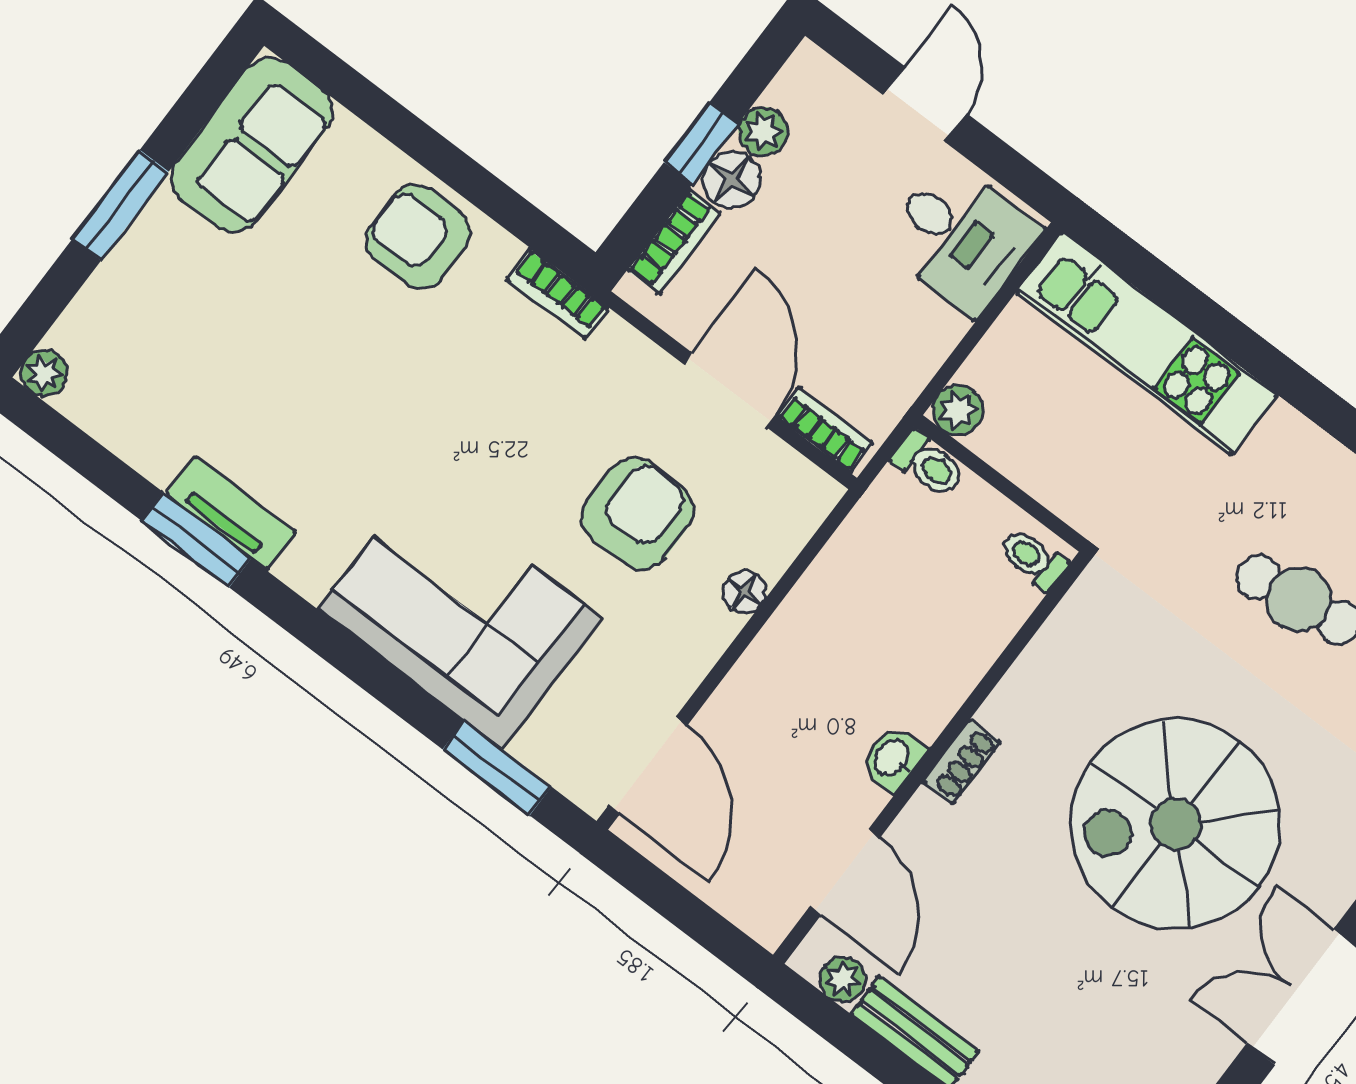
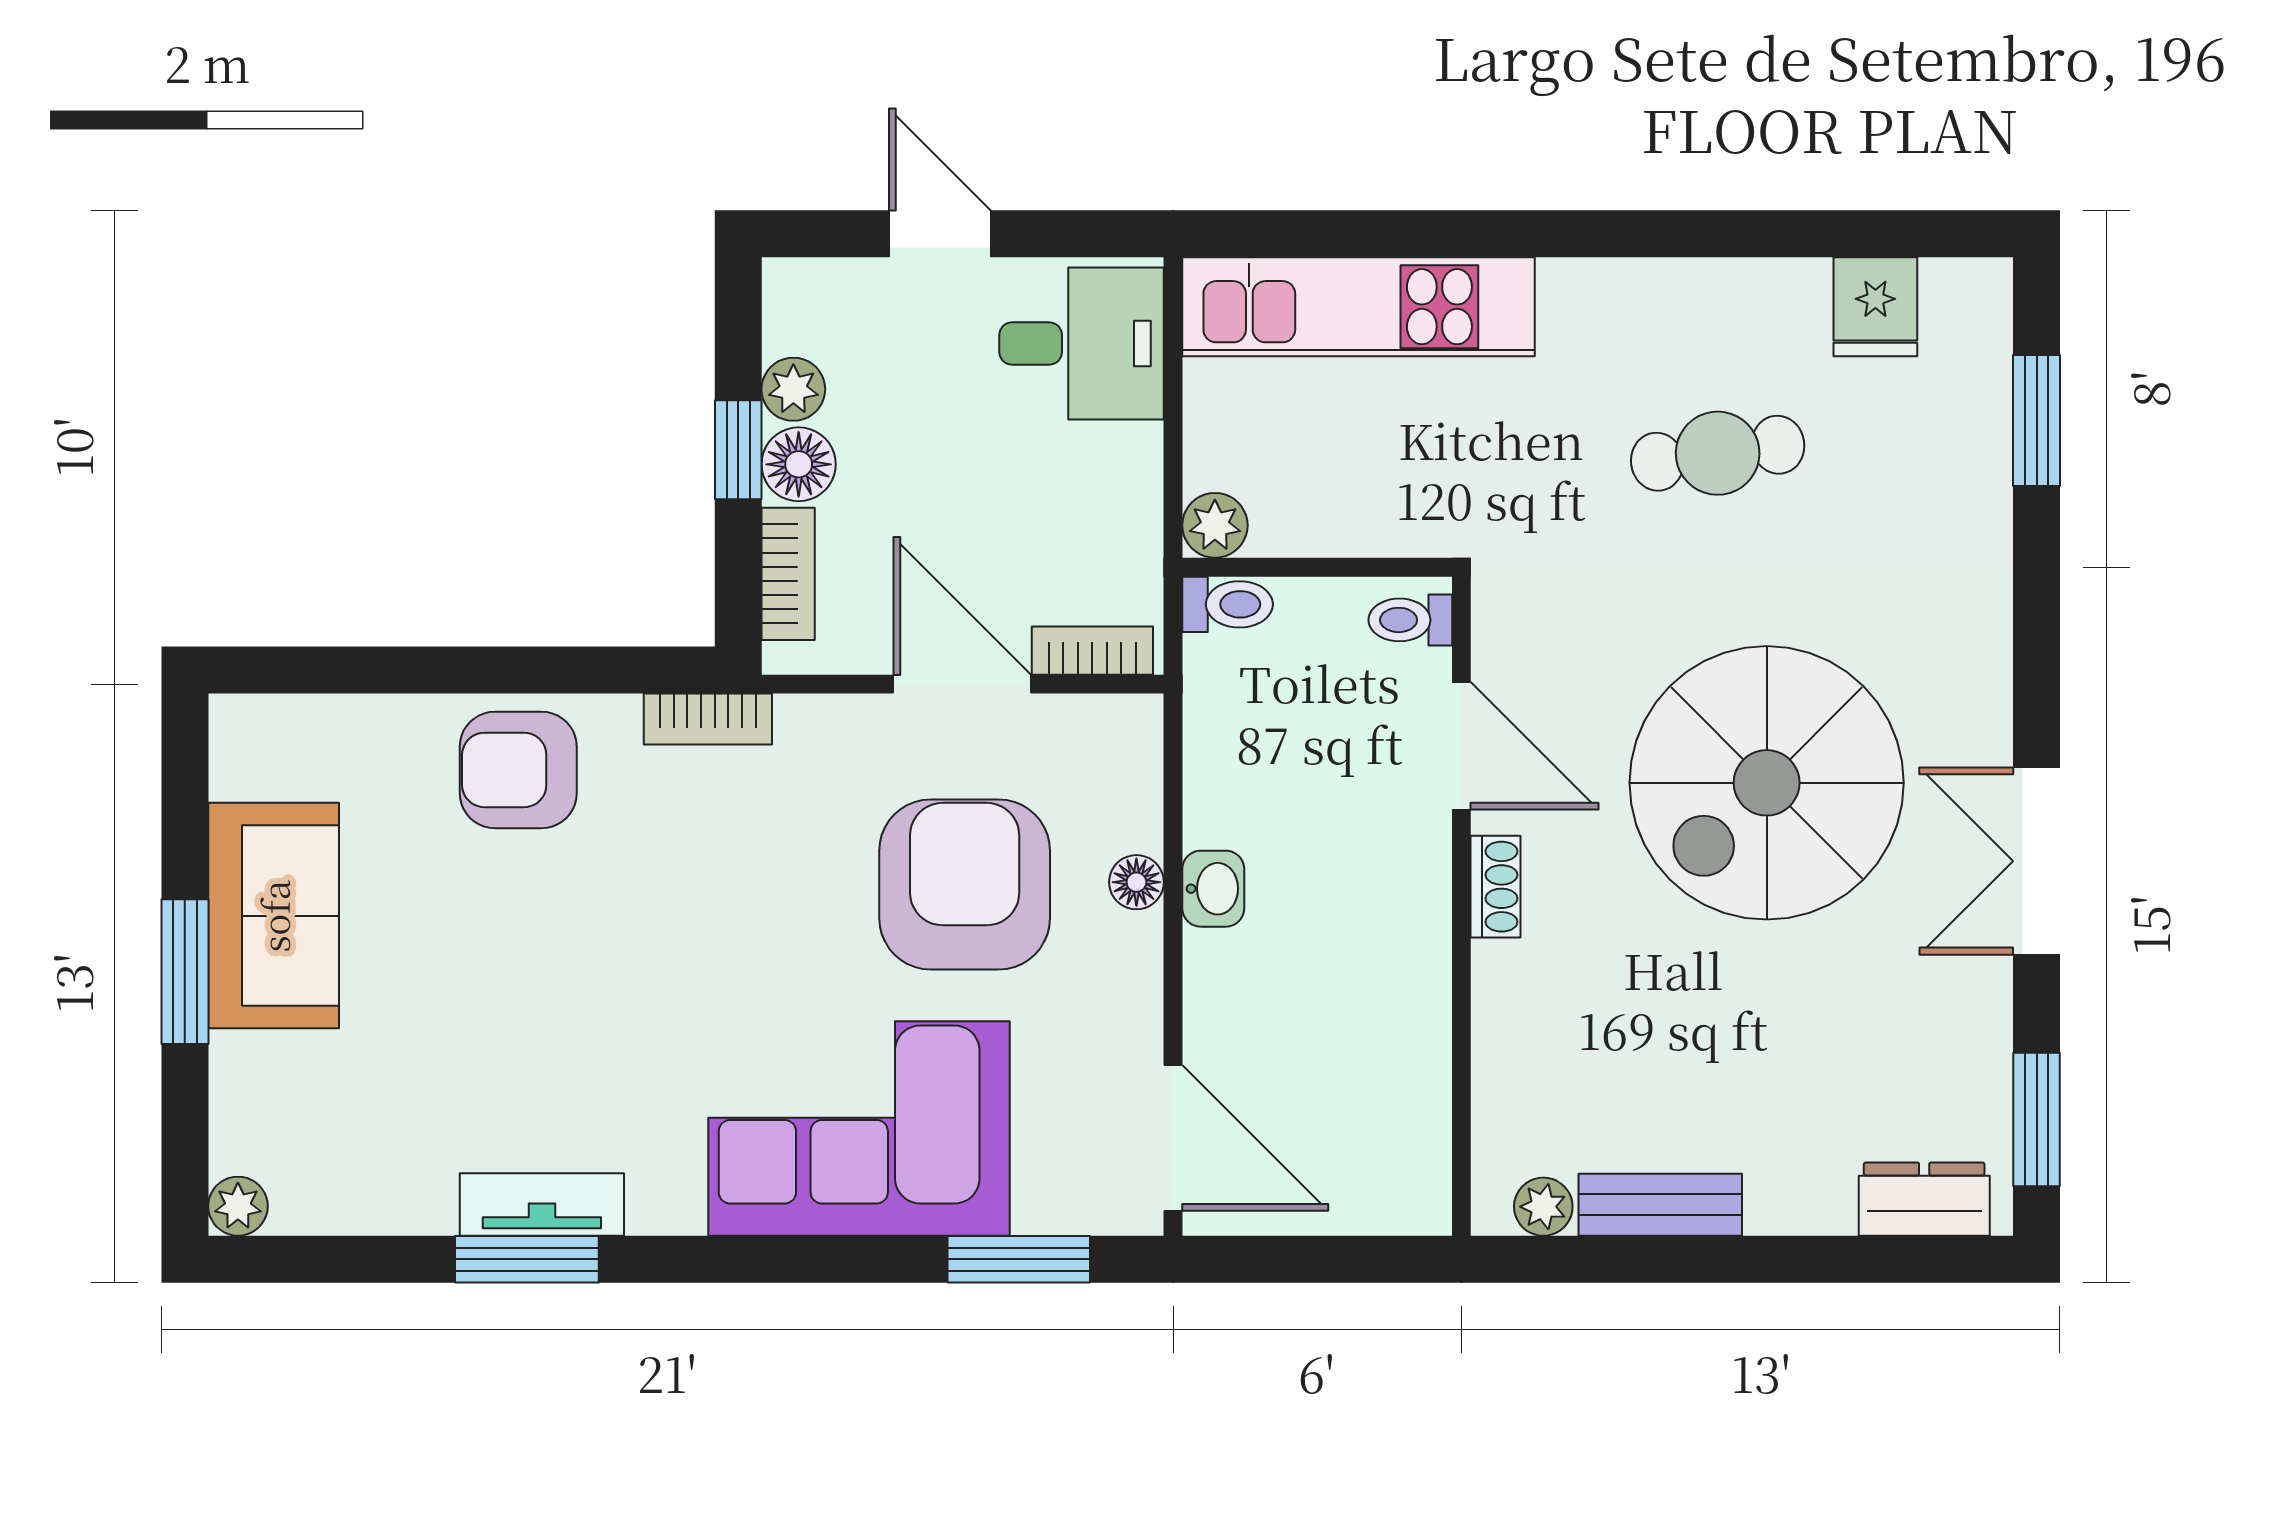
sofa: (252, 145) -> (274, 916), moved
armchair: (638, 514) -> (965, 884), width x1.36, depth x1.36
washbasin: (892, 758) -> (1213, 889), moved, turned 180
door: (845, 872) -> (1461, 746), moved

